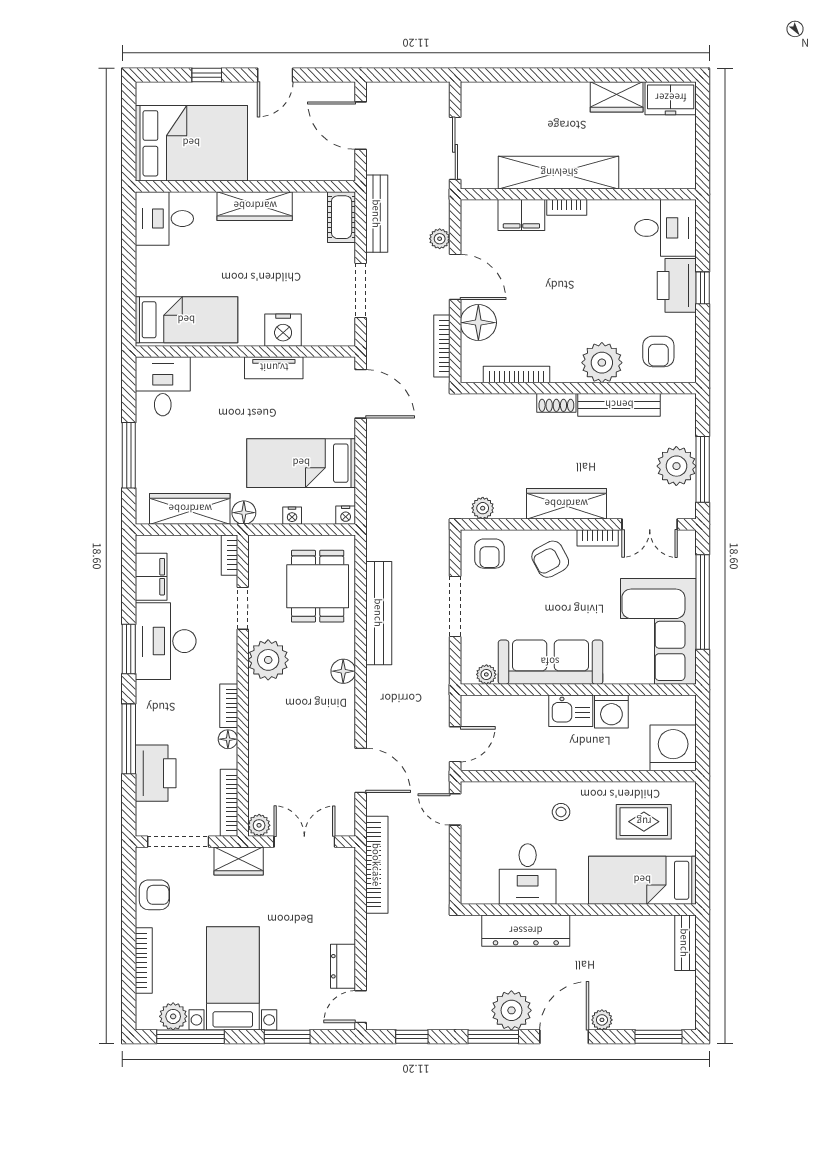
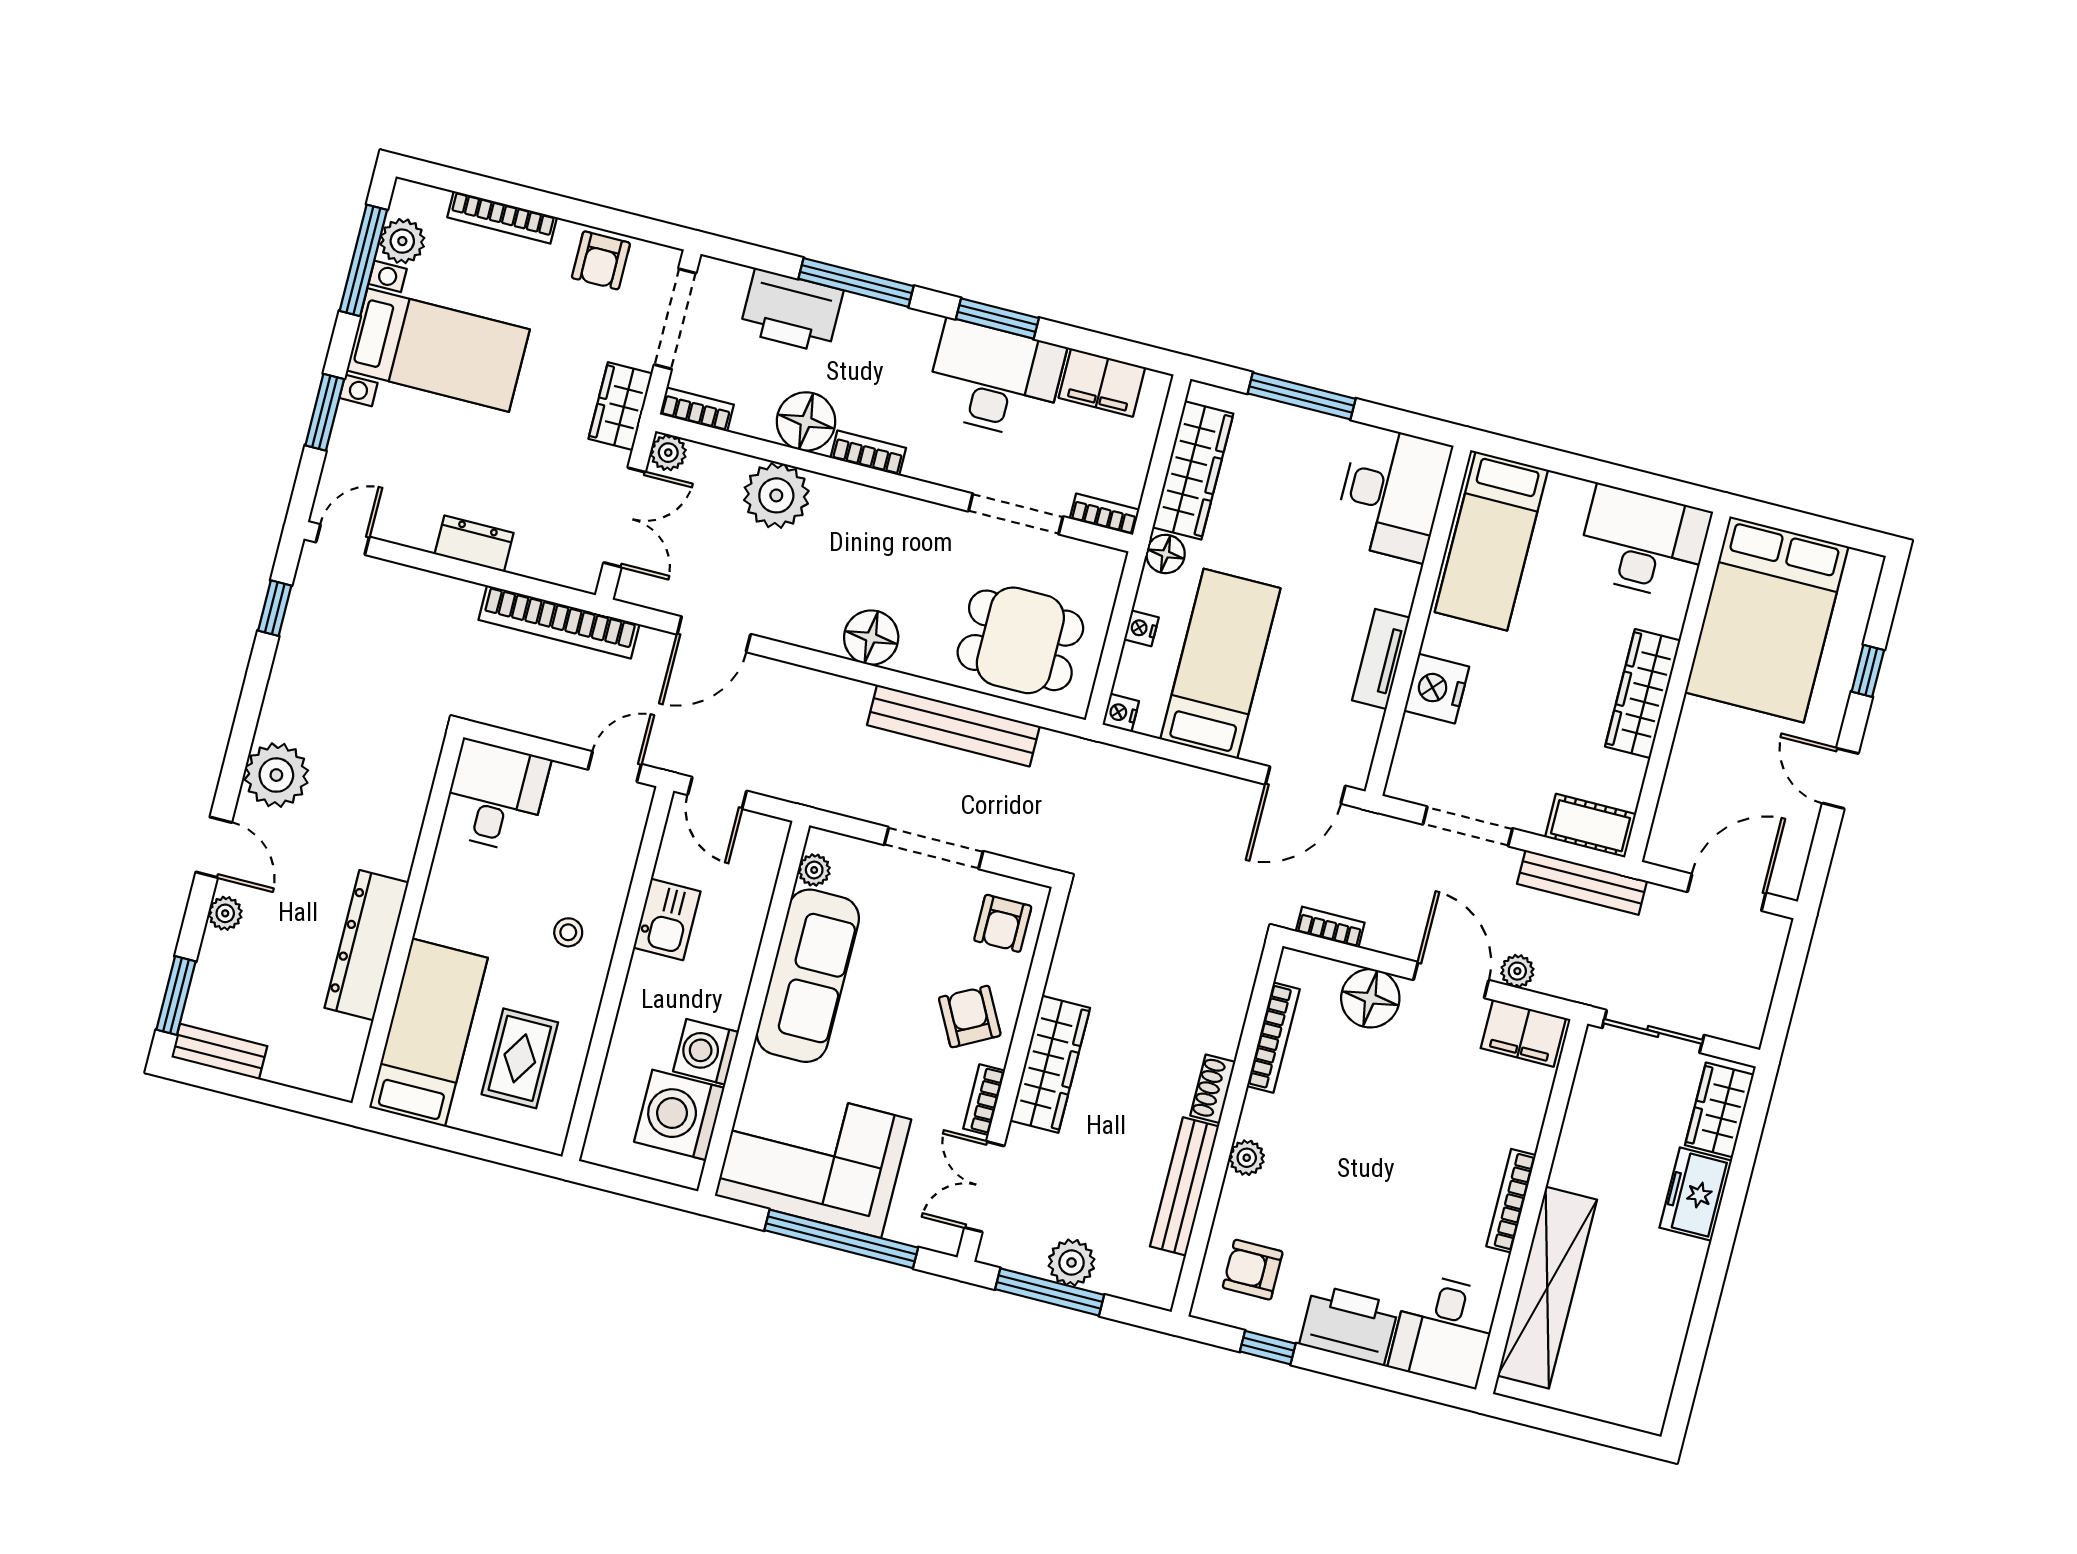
wardrobe: (617, 97) -> (1719, 1110), moved
freezer: (671, 98) -> (1696, 1194), moved
shelving: (559, 173) -> (1547, 1288), moved
bookcase: (567, 207) -> (1511, 1201), width x1.56
filing cabinet: (521, 215) -> (1523, 1033), moved, turned -90
desk: (164, 219) -> (1644, 543), width x1.37
door: (455, 277) -> (1451, 980), swing flipped
window: (703, 288) -> (1268, 1348), moved
bookcase: (442, 346) -> (1330, 927), width x0.64
plant: (602, 363) -> (1247, 1158), width x0.53, depth x0.53
desk: (163, 386) -> (1392, 493), width x1.37
plant: (676, 466) -> (1072, 1263), width x0.73, depth x0.73
plant: (483, 508) -> (1077, 931), removed
armchair: (489, 554) -> (1003, 923), turned -90
doorway: (243, 608) -> (1016, 514), width x1.38
plant: (268, 660) -> (776, 495), moved
floor lamp: (343, 671) -> (871, 638), width x1.38, depth x1.38
kitchen sink: (571, 711) -> (667, 920), moved, turned 180
floor lamp: (228, 739) -> (806, 421), width x1.89, depth x1.89
washing machine: (673, 748) -> (679, 1115), moved, turned 180
bookcase: (229, 803) -> (697, 409), width x0.64
desk: (528, 874) -> (495, 796), moved, turned 90
dresser: (526, 931) -> (366, 945), moved
bench: (685, 943) -> (219, 1052), moved
dresser: (343, 966) -> (474, 544), moved
door: (361, 1007) -> (343, 540), hinge flipped
window: (493, 1037) -> (242, 736), removed
door: (564, 1037) -> (214, 847), width x0.73

